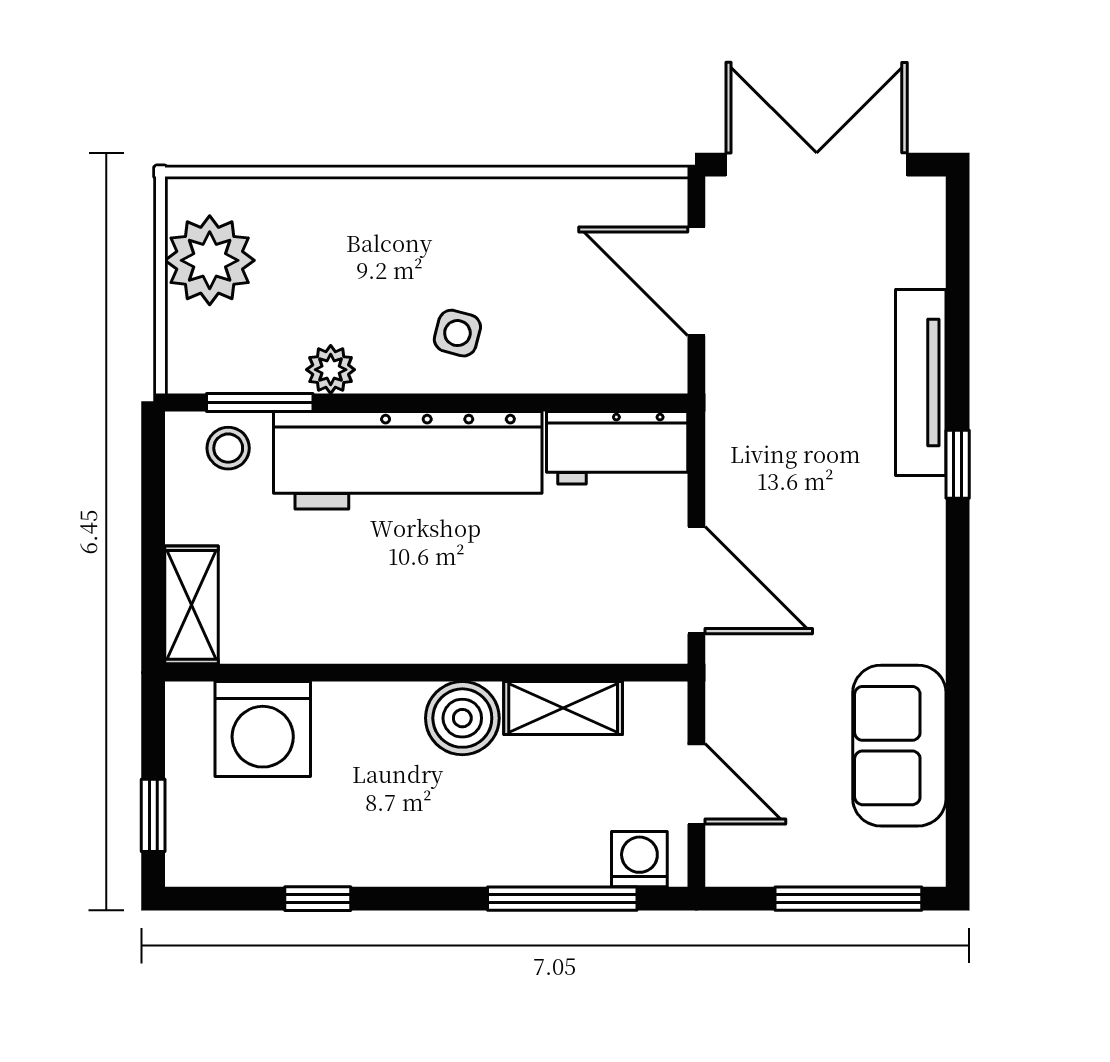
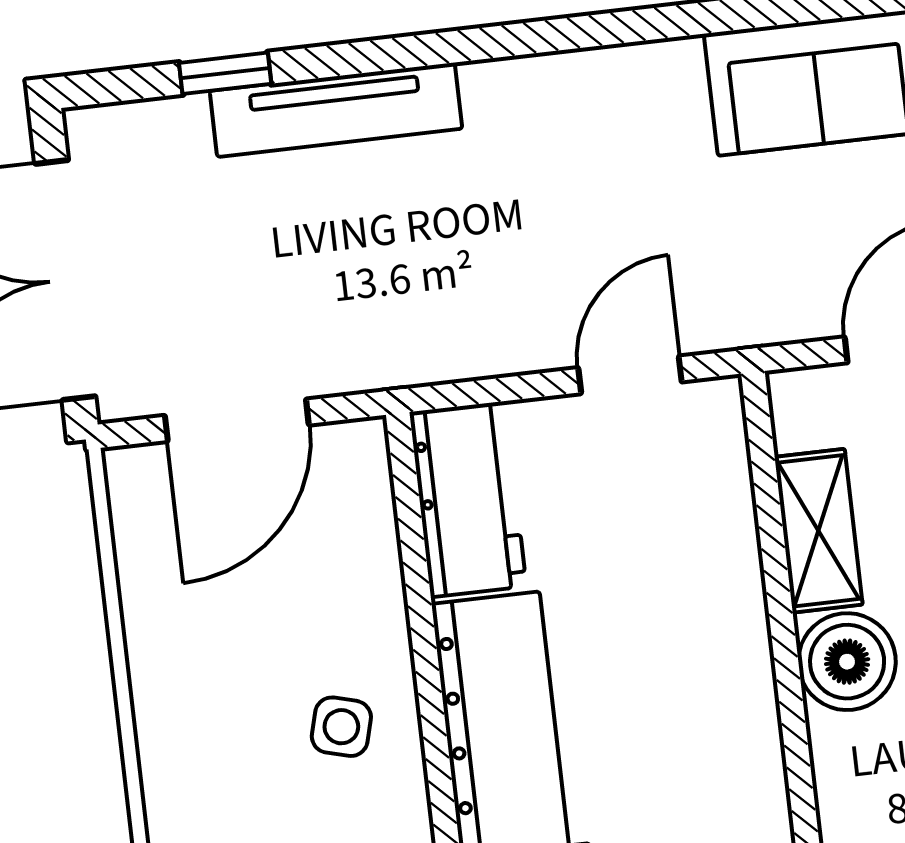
window: (958, 464) -> (225, 73), moved
door: (696, 580) -> (630, 375), width x0.73

